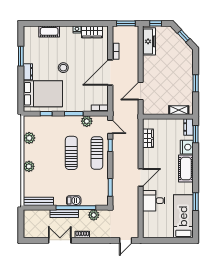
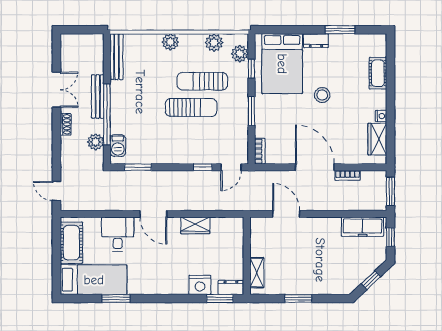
plant: (87, 121) -> (240, 54), moved
wardrobe: (148, 138) -> (195, 225), moved
sun lounger: (97, 153) -> (202, 81), moved
cot: (186, 169) -> (71, 243), moved, turned 90
barbecue: (74, 201) -> (118, 146), moved

